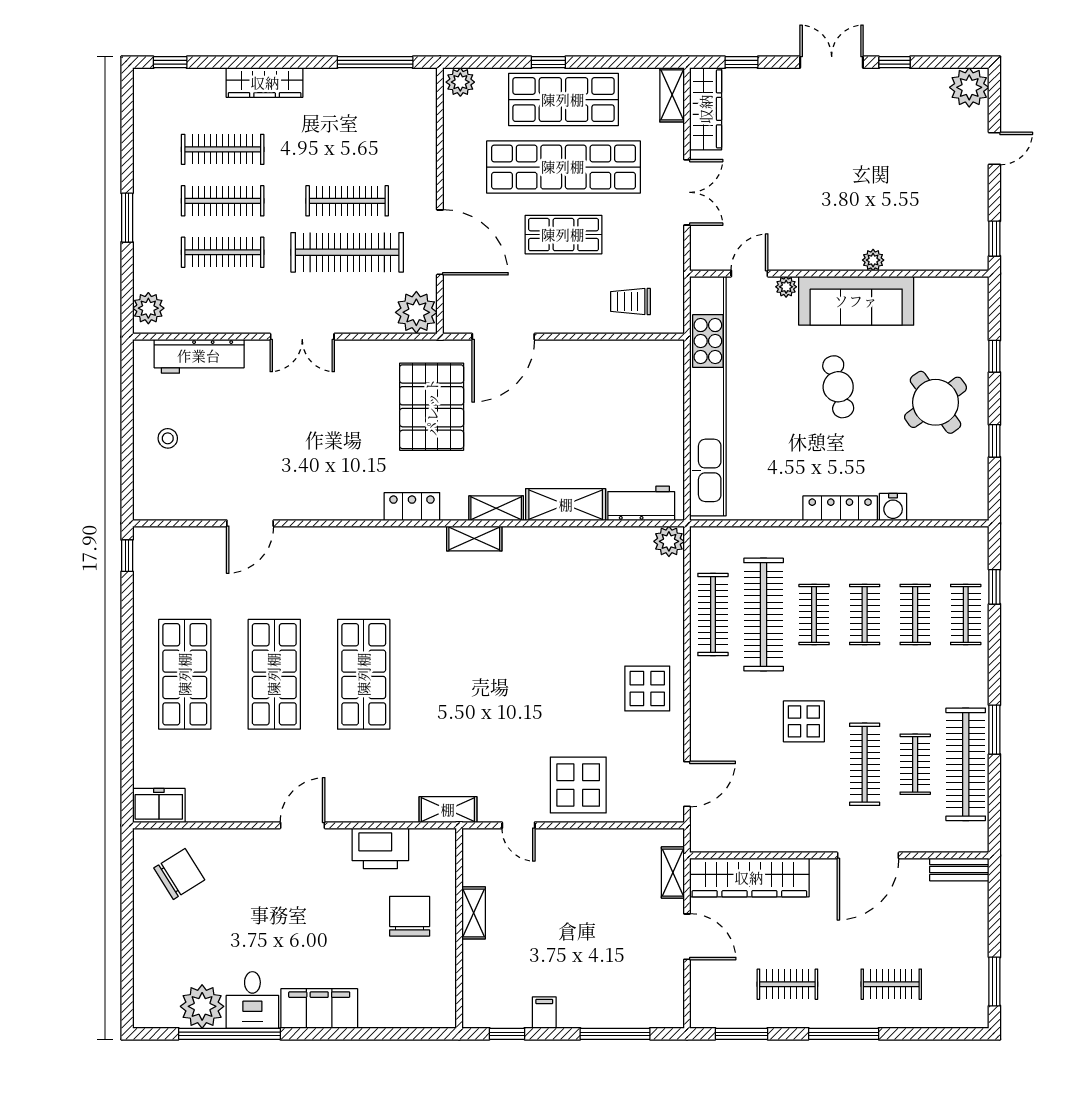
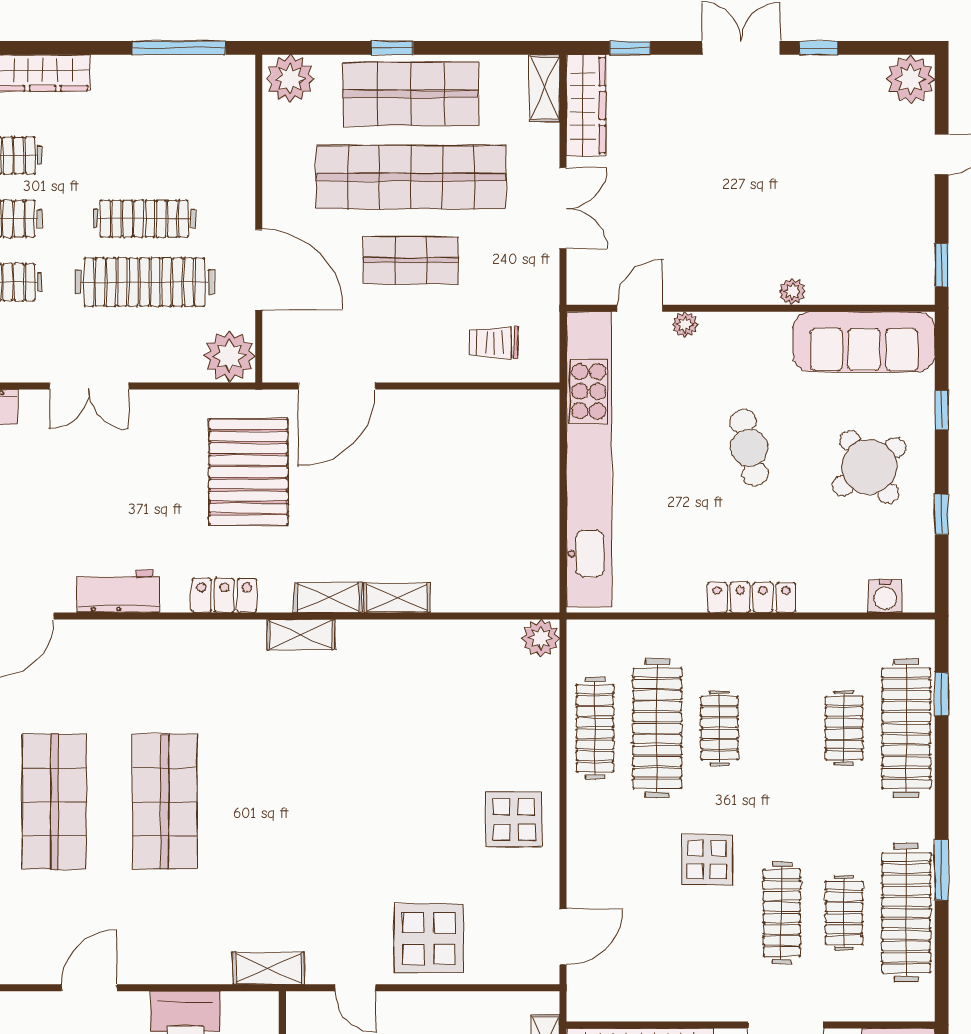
plant: (460, 82) -> (290, 79), width x1.36, depth x1.36
sofa: (856, 301) -> (864, 342), moved
workbench: (641, 503) -> (118, 591), moved
shelving: (566, 505) -> (397, 598), width x0.67, depth x0.75
water cooler: (893, 507) -> (885, 596), moved
clothes rail: (865, 614) -> (782, 728), removed
clothes rail: (966, 614) -> (906, 728), width x1.86, depth x1.31

